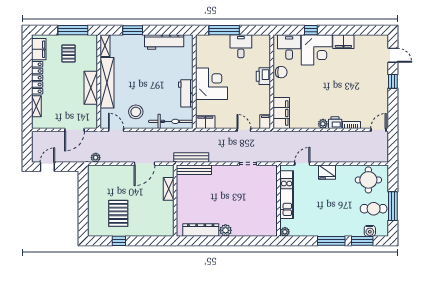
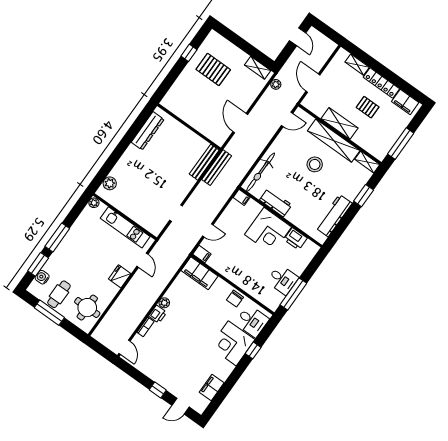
window: (224, 30) -> (293, 294), moved
filing cabinet: (343, 42) -> (212, 387), moved
pallet: (69, 53) -> (368, 107), moved
printer: (263, 76) -> (296, 239), moved, turned 180
stool: (136, 112) -> (315, 164), moved
filing cabinet: (205, 122) -> (242, 197), width x0.50
shelving: (169, 189) -> (258, 68), moved
plant: (226, 230) -> (110, 183), moved

